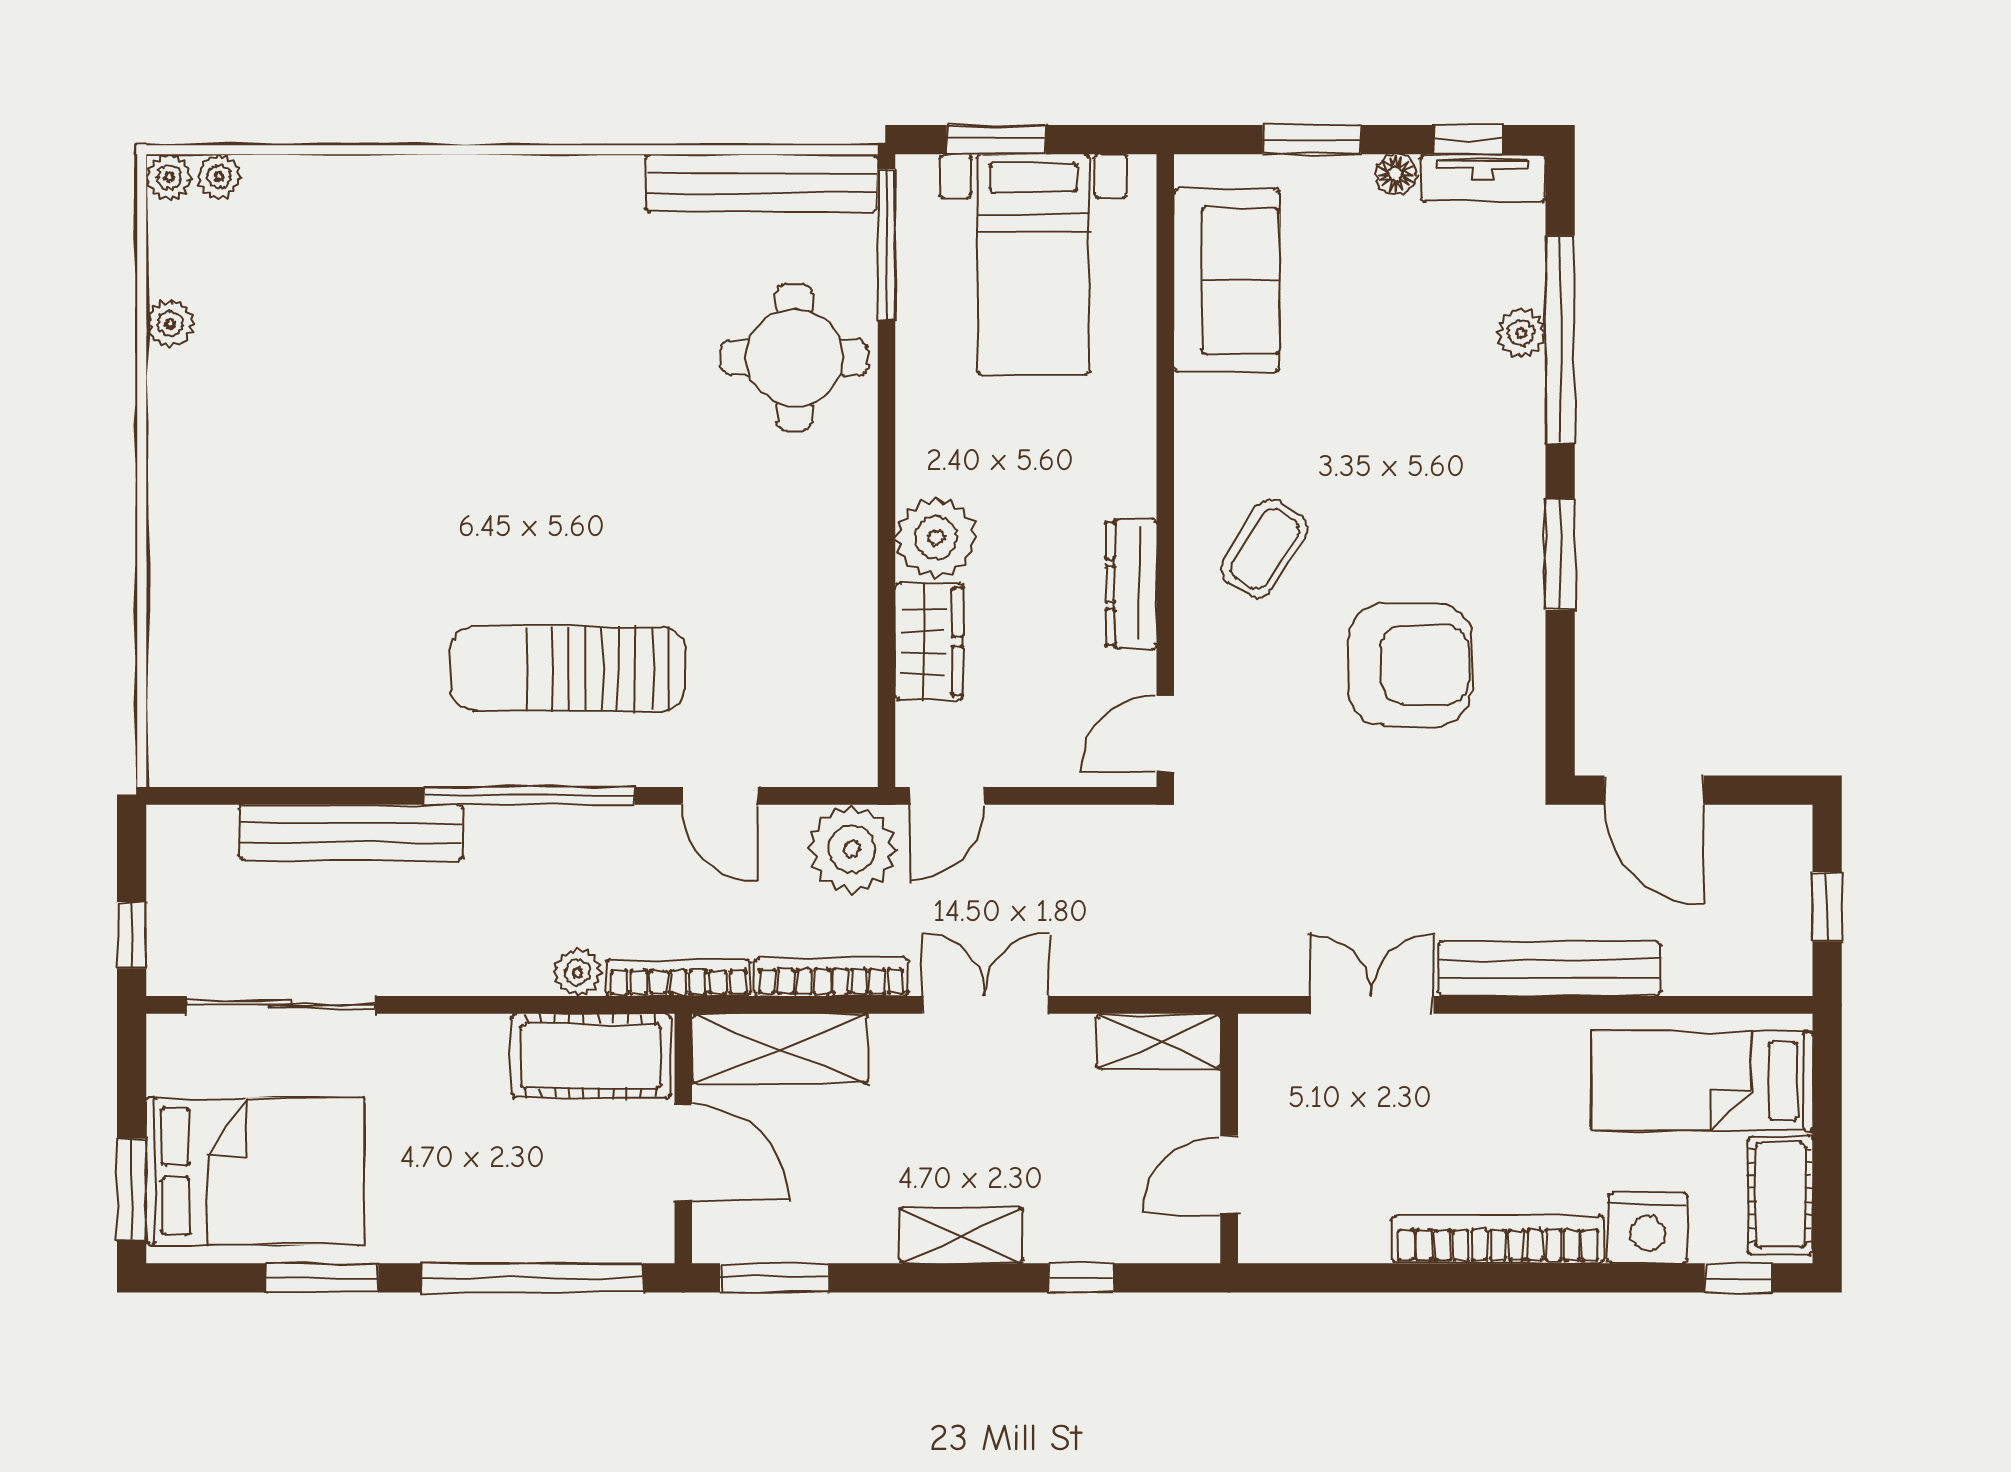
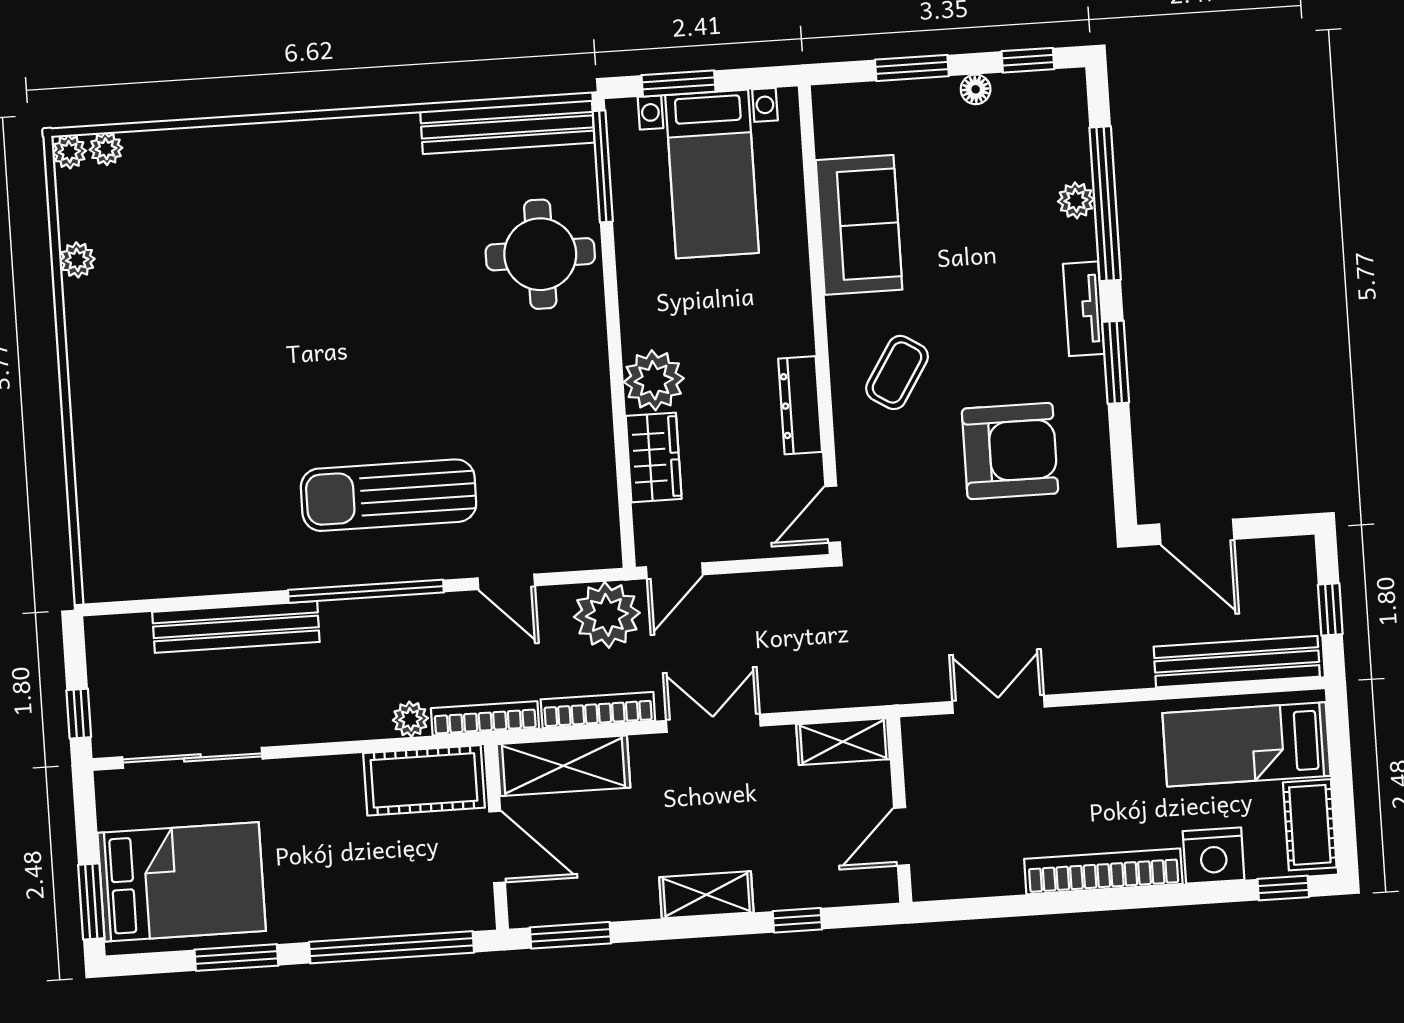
tv unit: (1483, 178) -> (1084, 309), moved, turned 90
sofa: (1227, 281) -> (859, 225), moved
bench: (1550, 969) -> (1237, 662), moved

